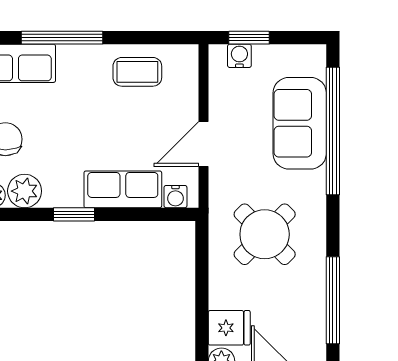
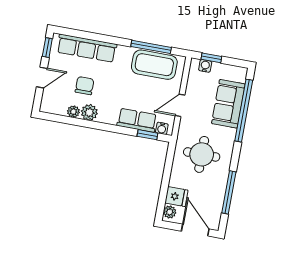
window: (62, 38) -> (151, 47), moved
coffee table: (137, 72) -> (154, 65), width x1.86, depth x1.72
window: (74, 214) -> (147, 135), moved
round table: (265, 234) -> (202, 154), turned 45

